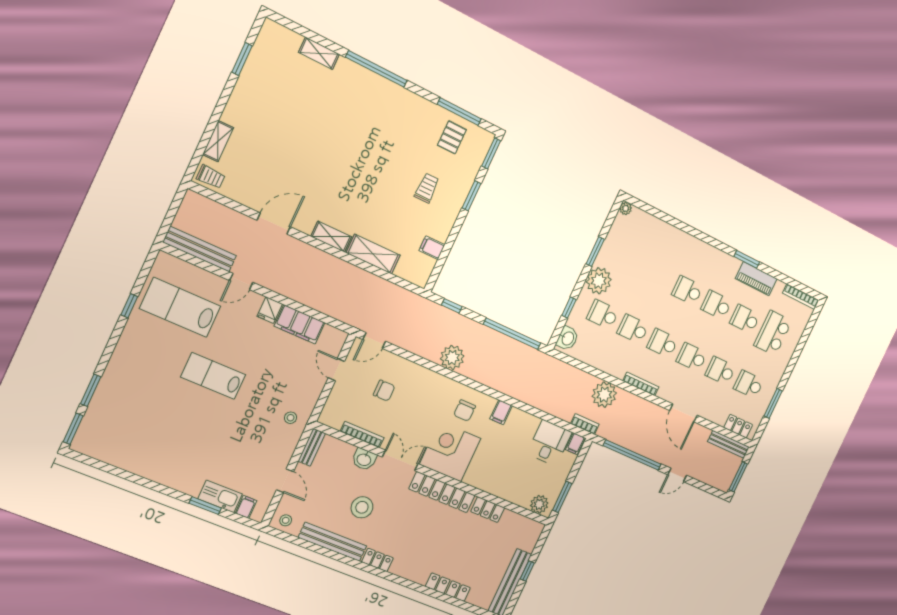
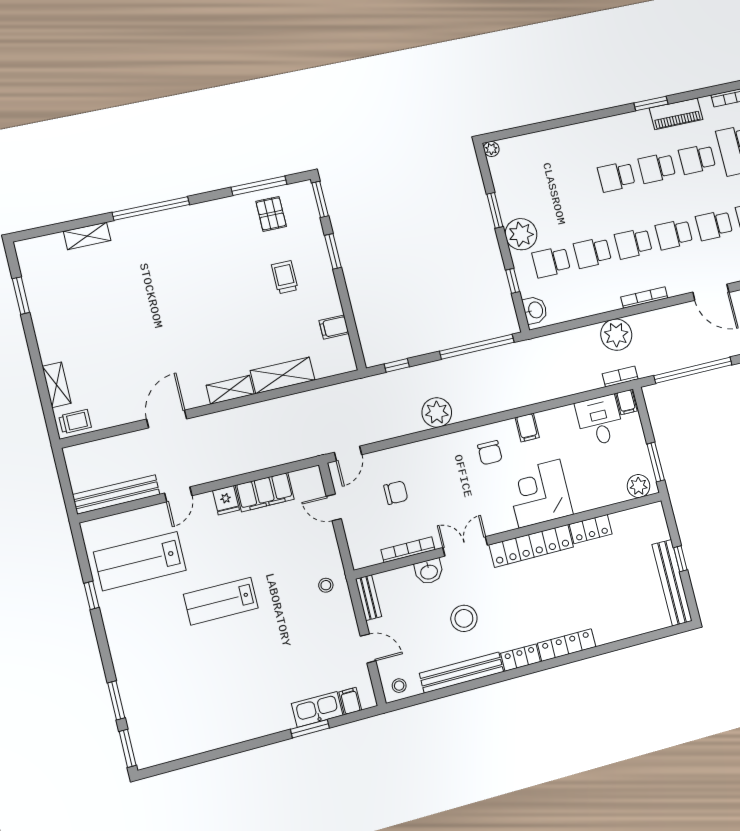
corner desk: (450, 451) -> (539, 494), moved
locker: (448, 587) -> (567, 645), moved

